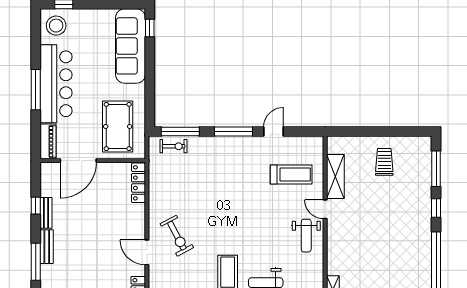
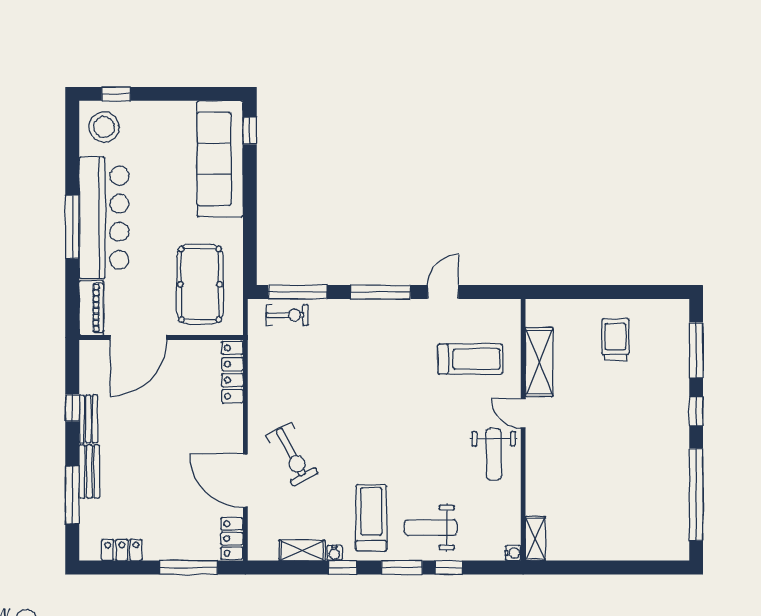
door: (147, 252) -> (245, 480), width x1.36

